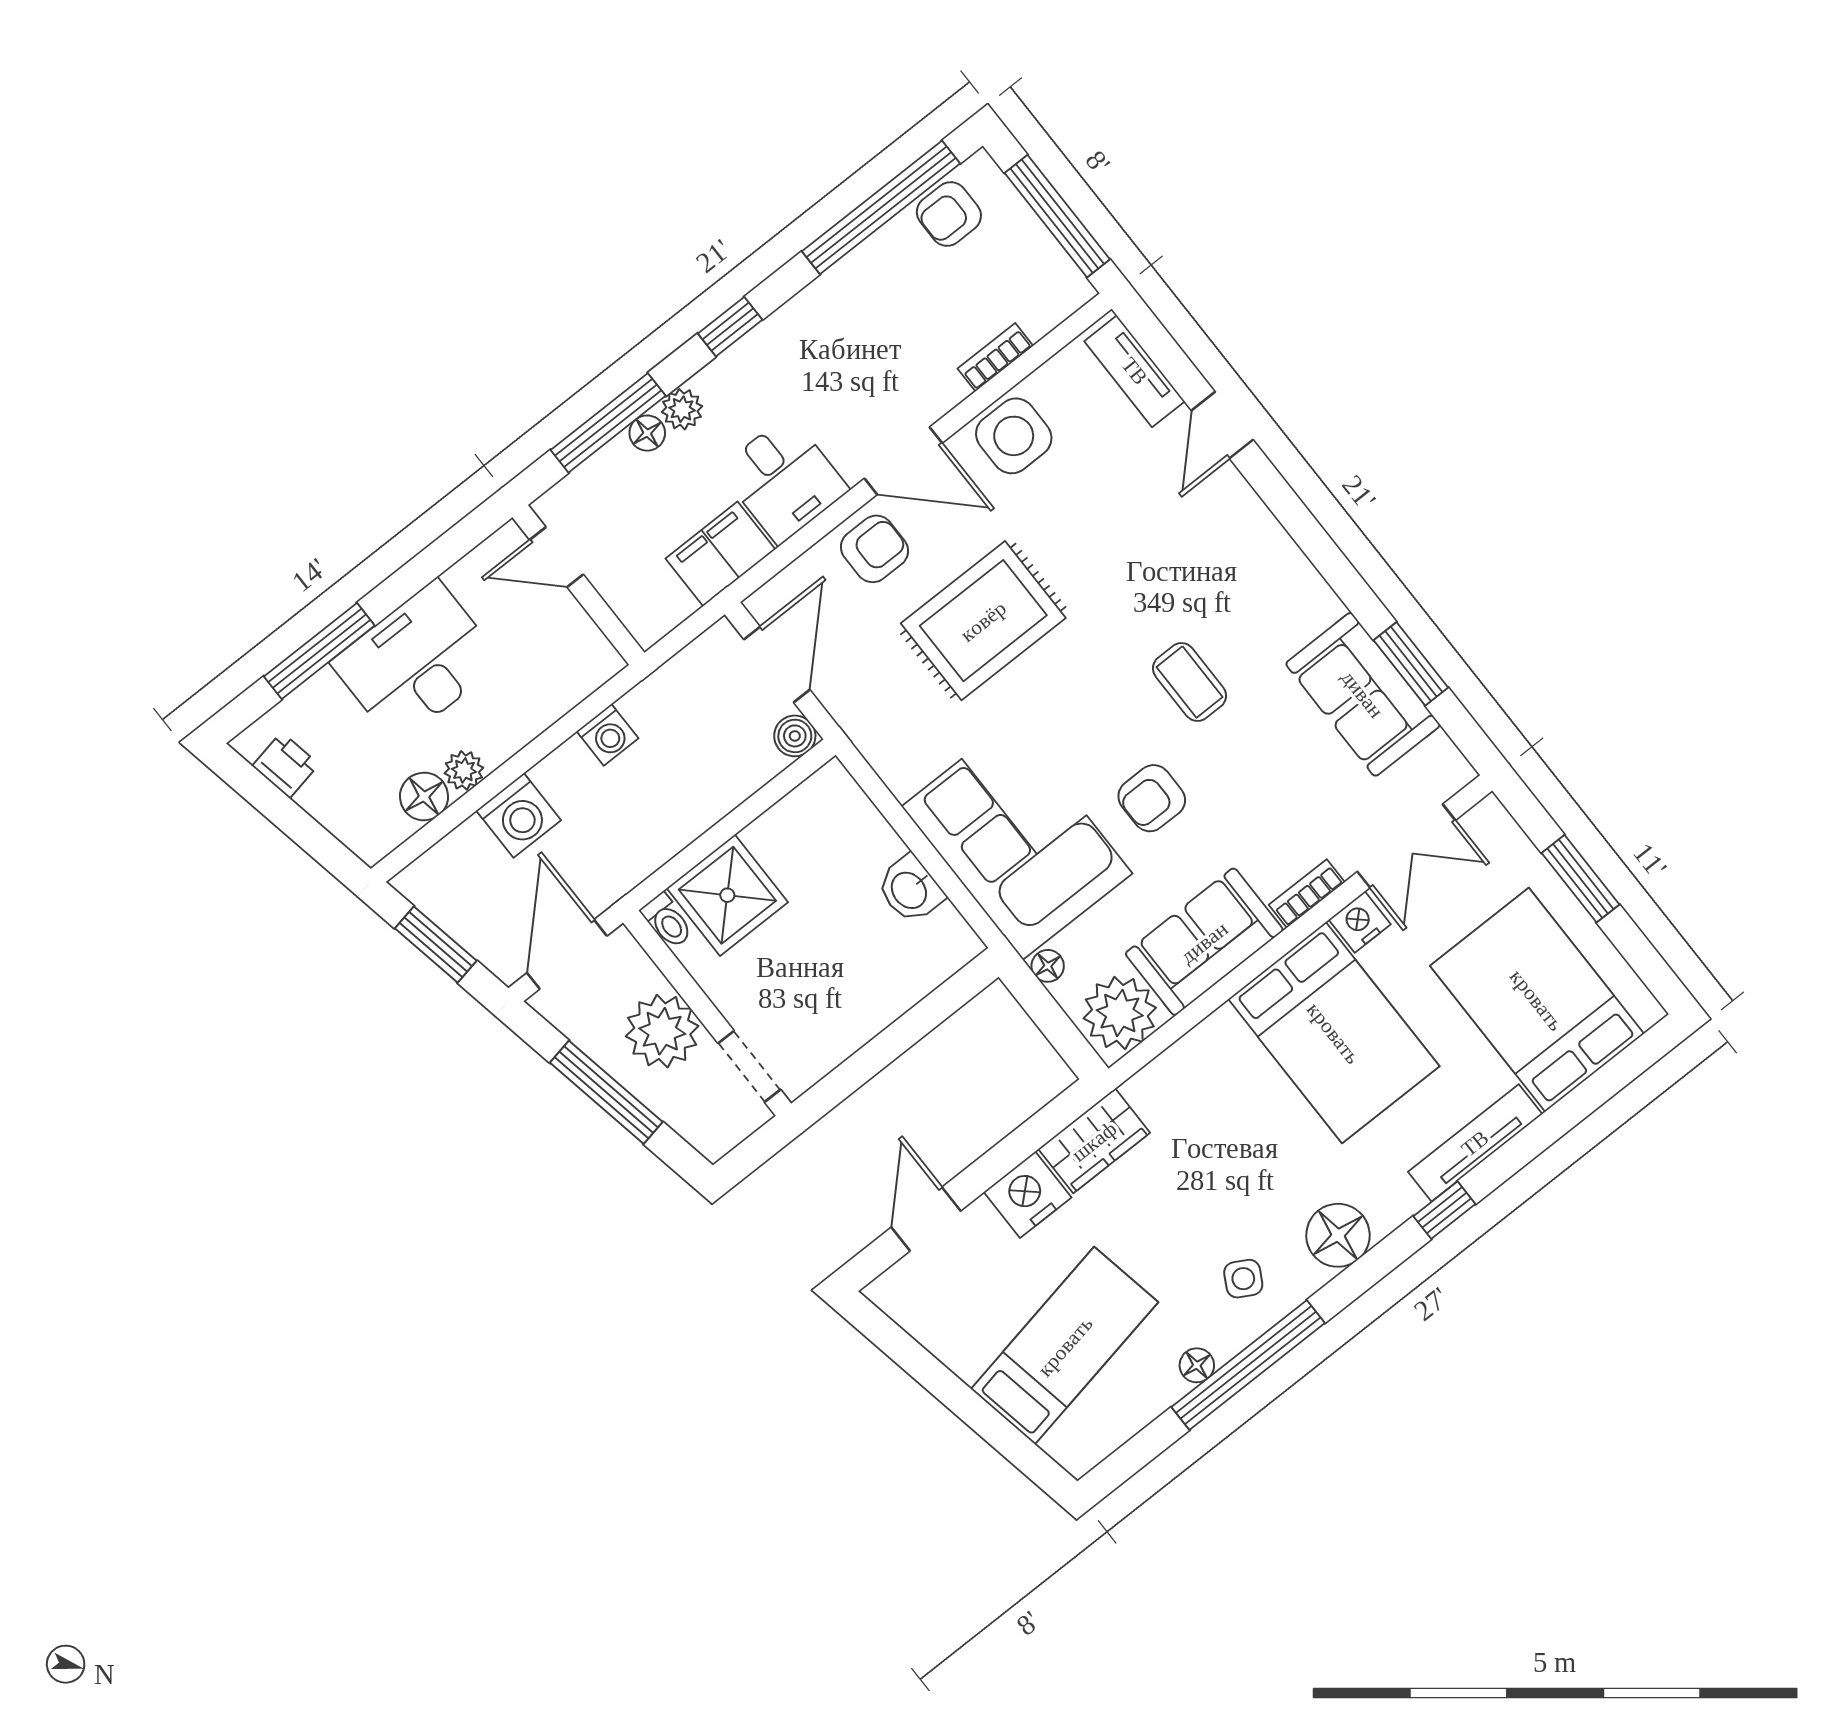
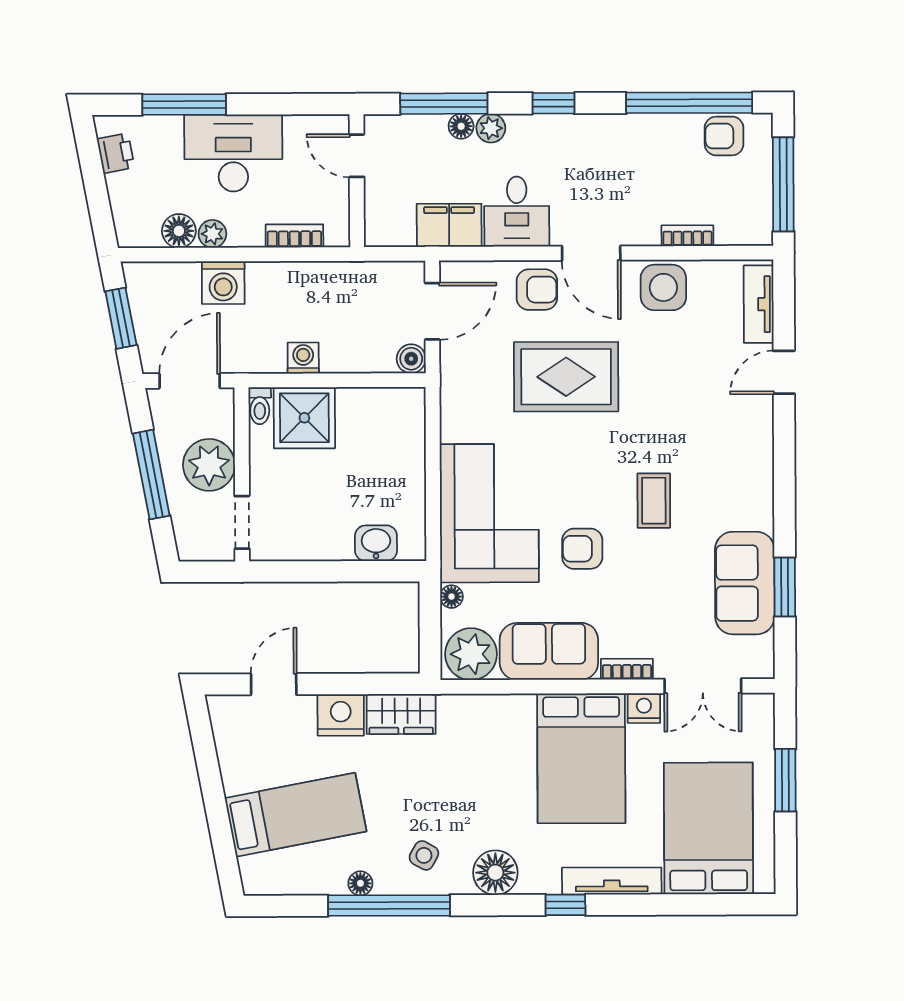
bookcase: (557, 701) -> (294, 236), added
washing machine: (608, 735) -> (303, 358), moved, turned 180
washbasin: (910, 889) -> (376, 543), moved, turned 90

